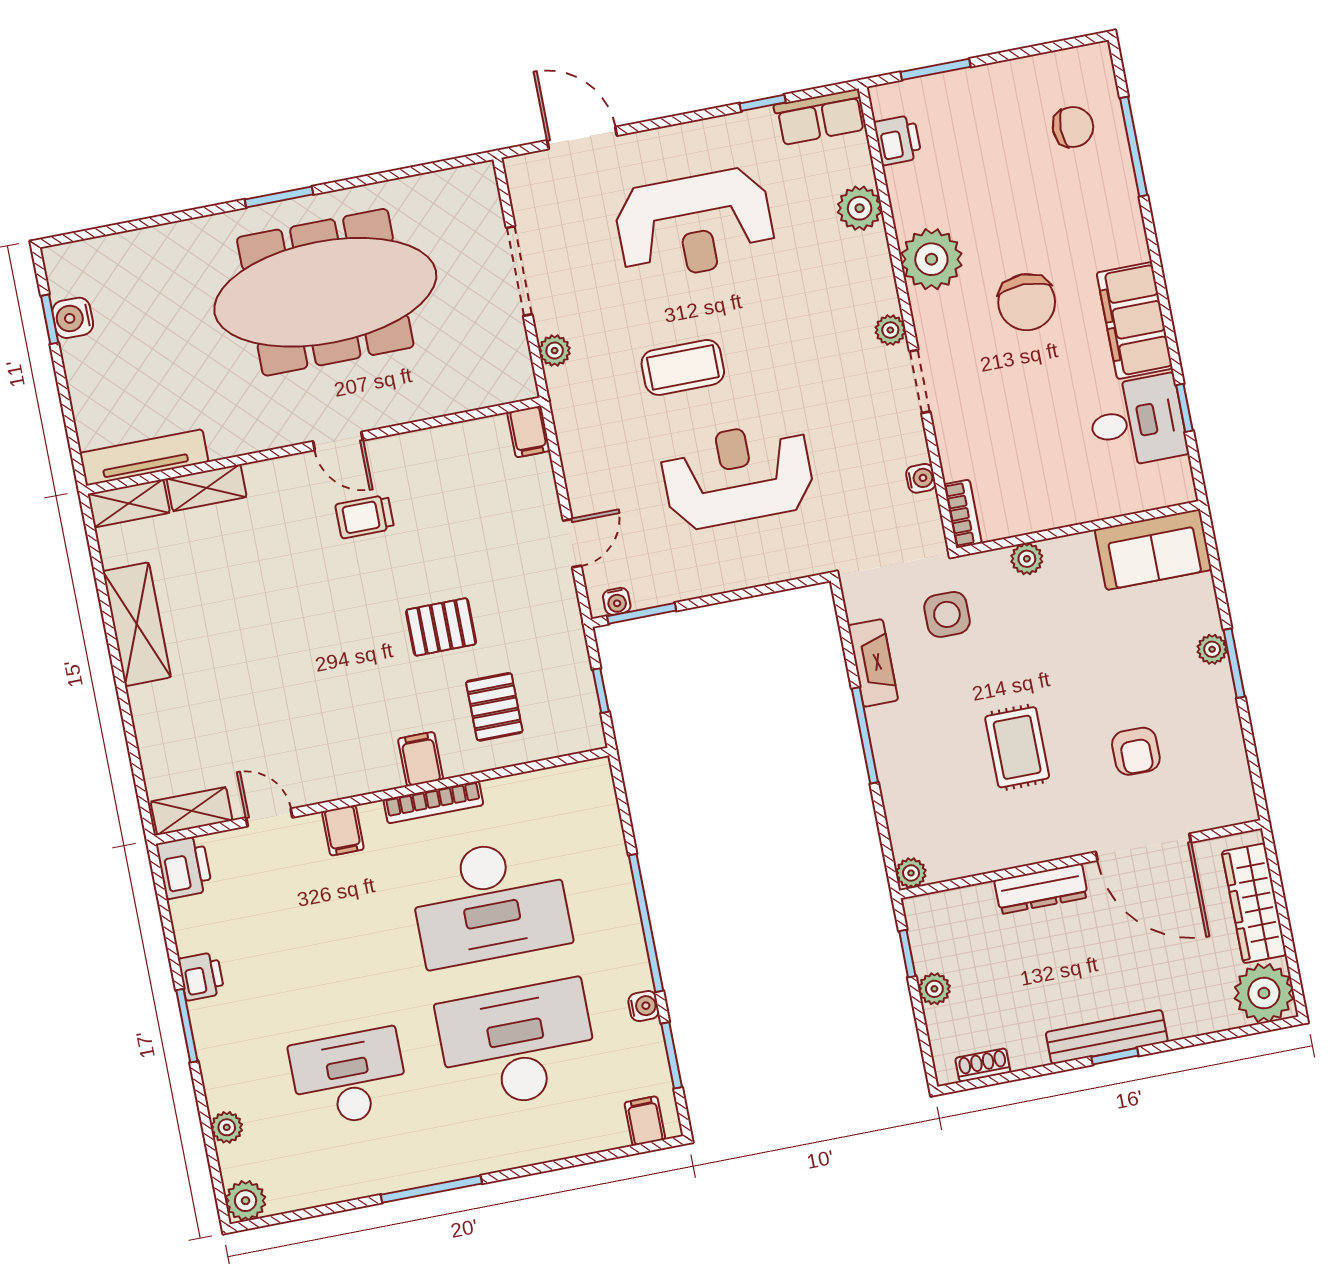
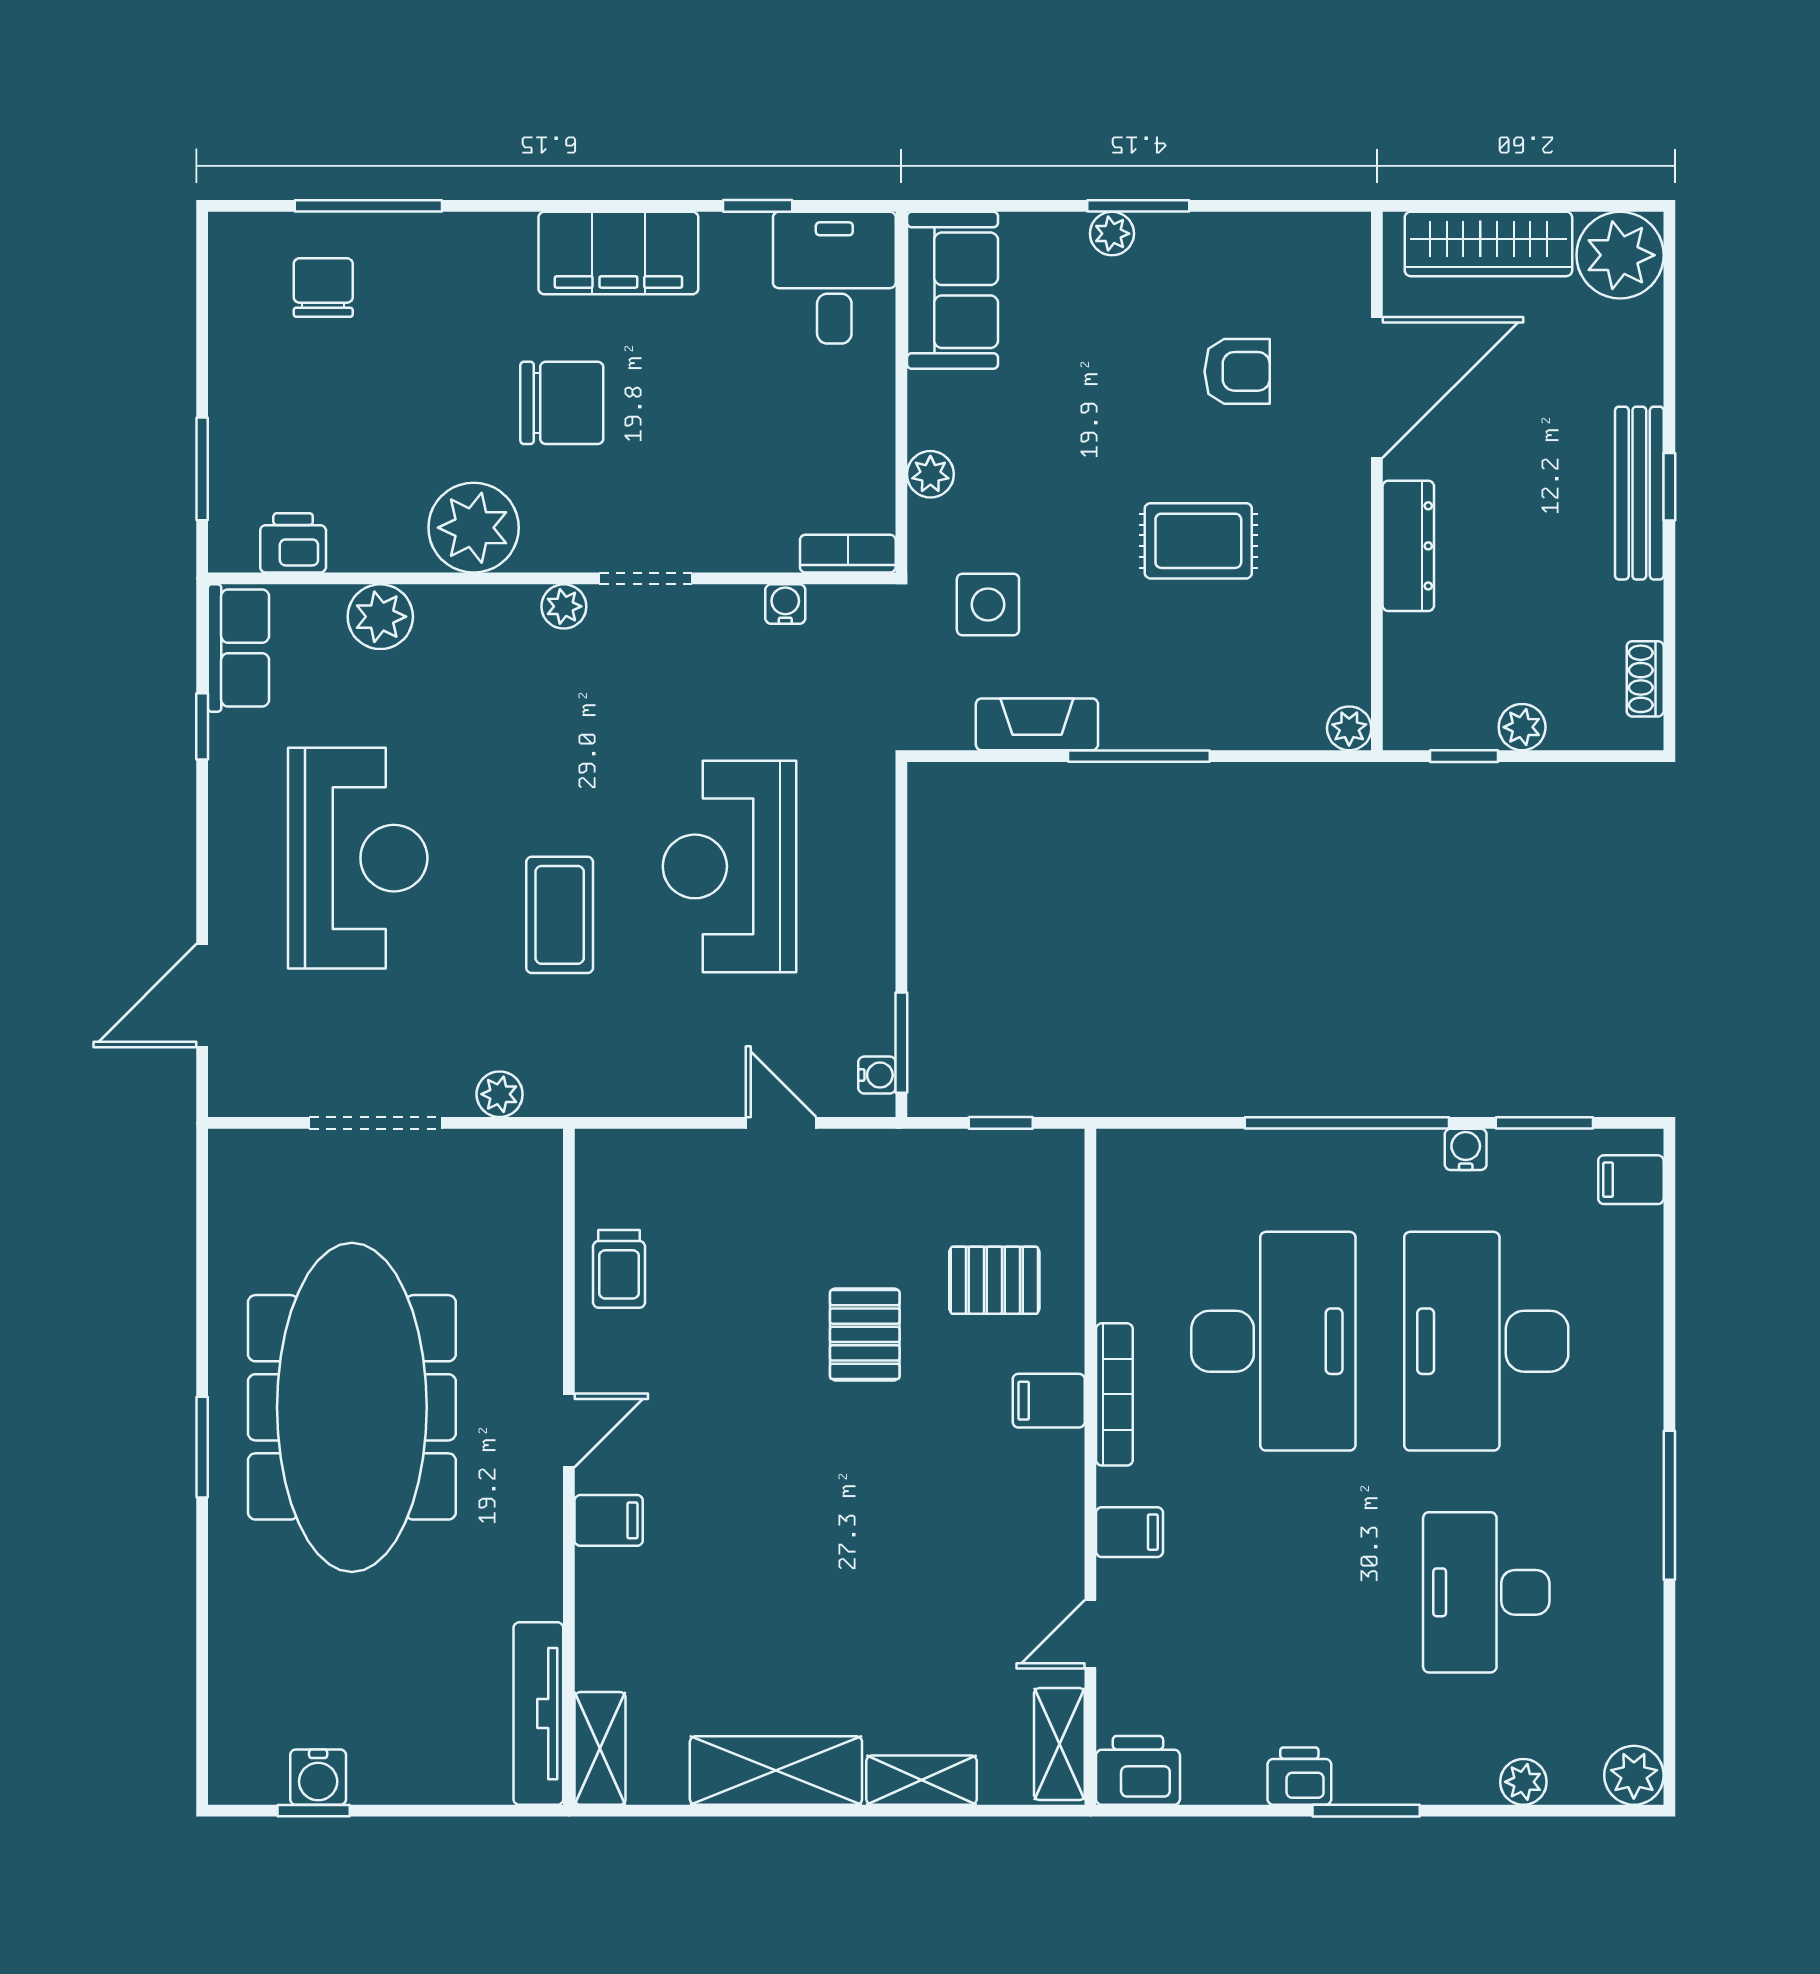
desk: (1137, 422) -> (834, 278), moved
filing cabinet: (529, 432) -> (609, 1520), moved
shelving: (207, 488) -> (922, 1780), moved, turned 90
trolley: (365, 517) -> (619, 1269), moved

